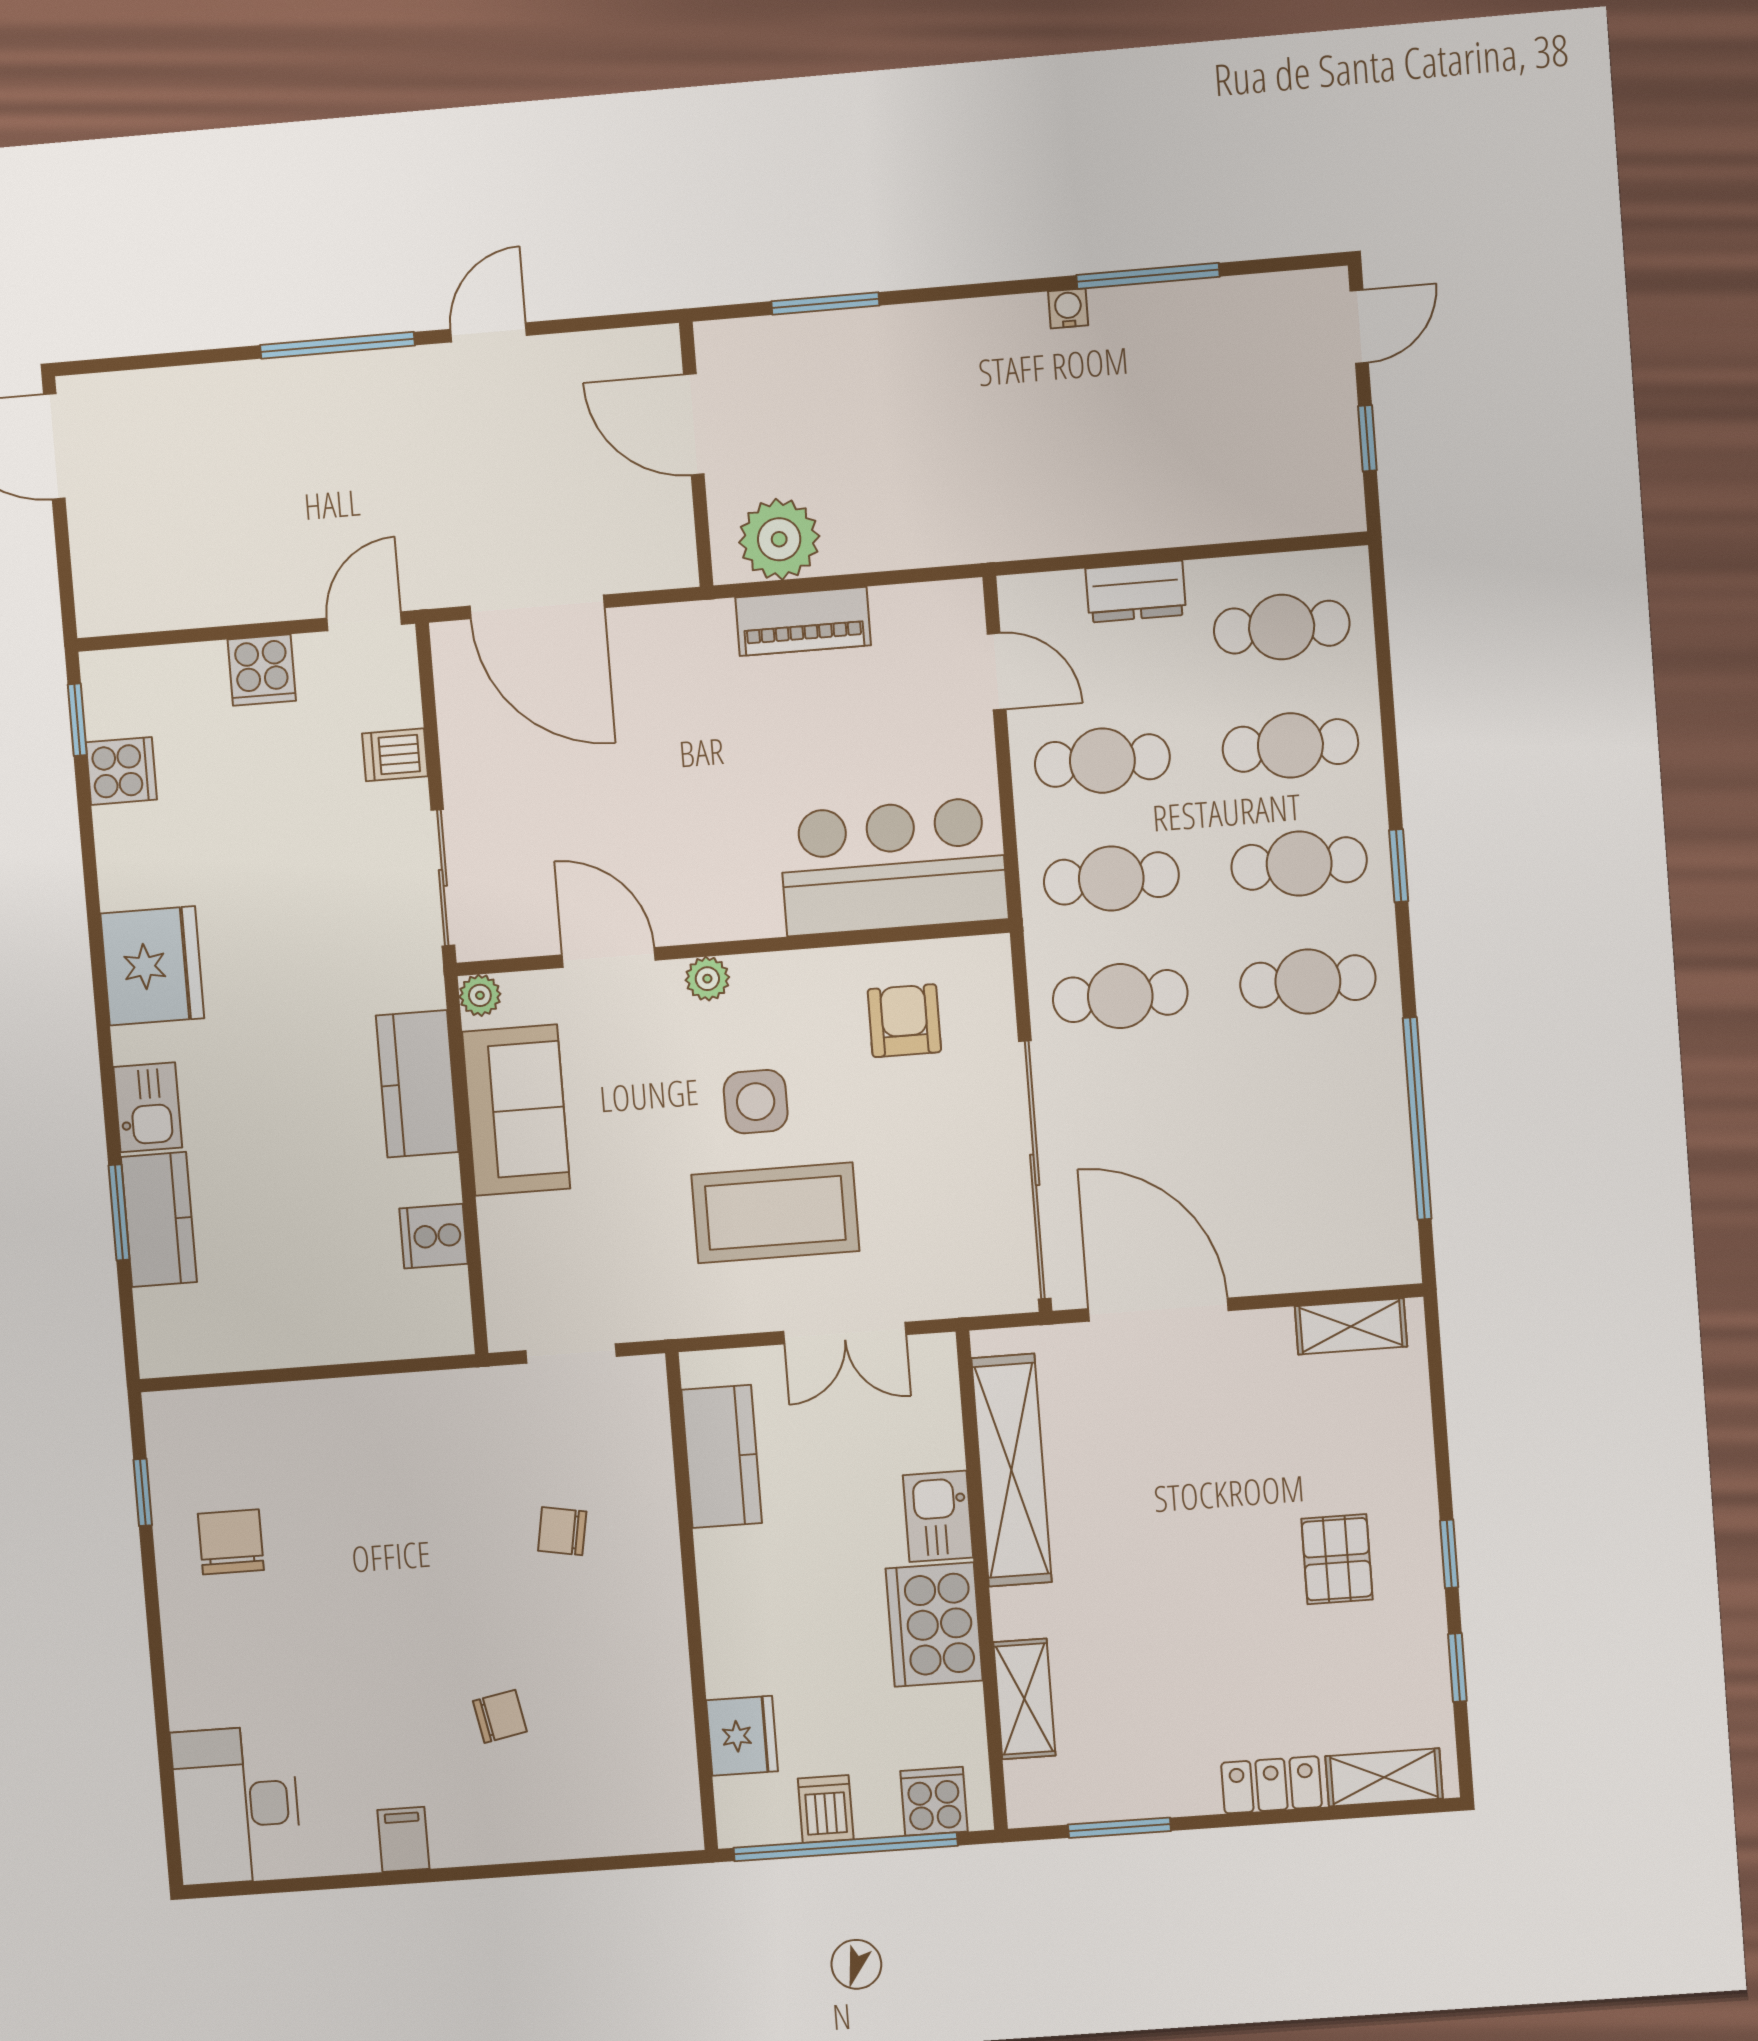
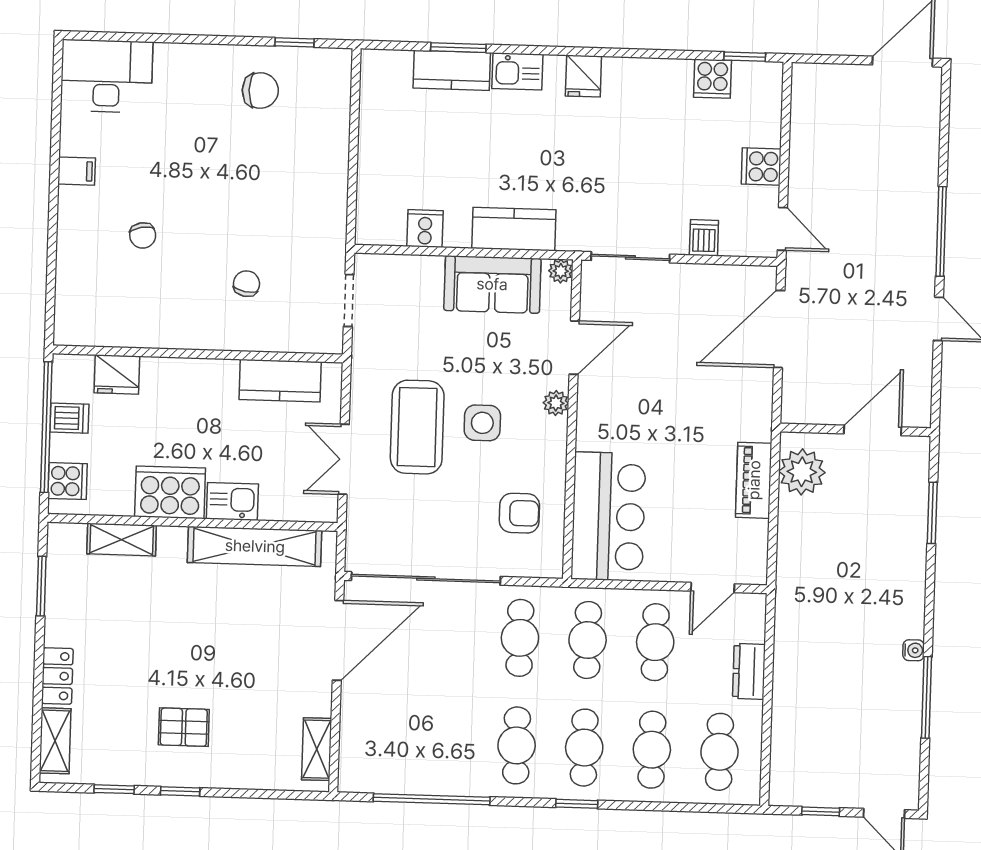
fridge: (152, 966) -> (583, 76), width x0.53, depth x0.75

